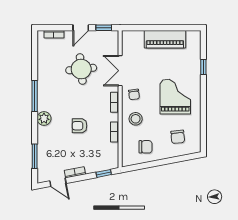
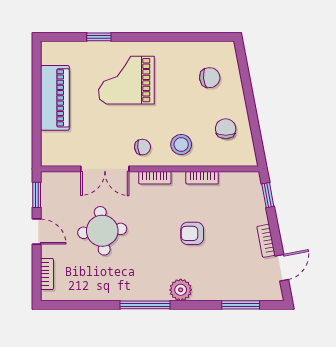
grand piano: (175, 97) -> (126, 80), moved
armchair: (80, 126) -> (192, 233), turned 90

